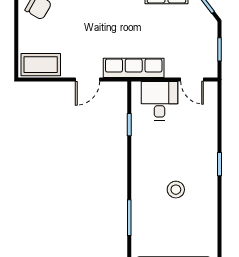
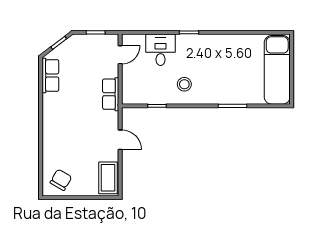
row of seats: (134, 68) -> (111, 94), width x0.68
desk: (160, 101) -> (161, 50), moved, turned 90
stool: (176, 190) -> (184, 84), moved

